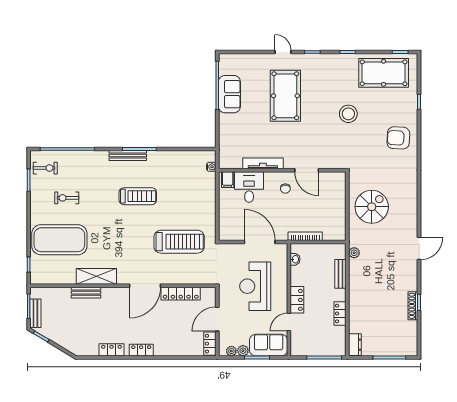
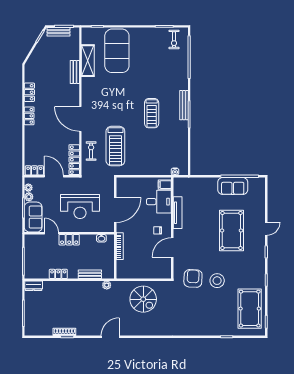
pool table: (285, 96) -> (231, 230), turned 90
armchair: (398, 138) -> (193, 278), moved
exercise bike: (67, 198) -> (91, 151), moved
door: (419, 248) -> (110, 337), swing flipped
shelving: (96, 276) -> (88, 61), moved
reception desk: (255, 286) -> (80, 207), turned 180
locker: (181, 294) -> (74, 160), moved

